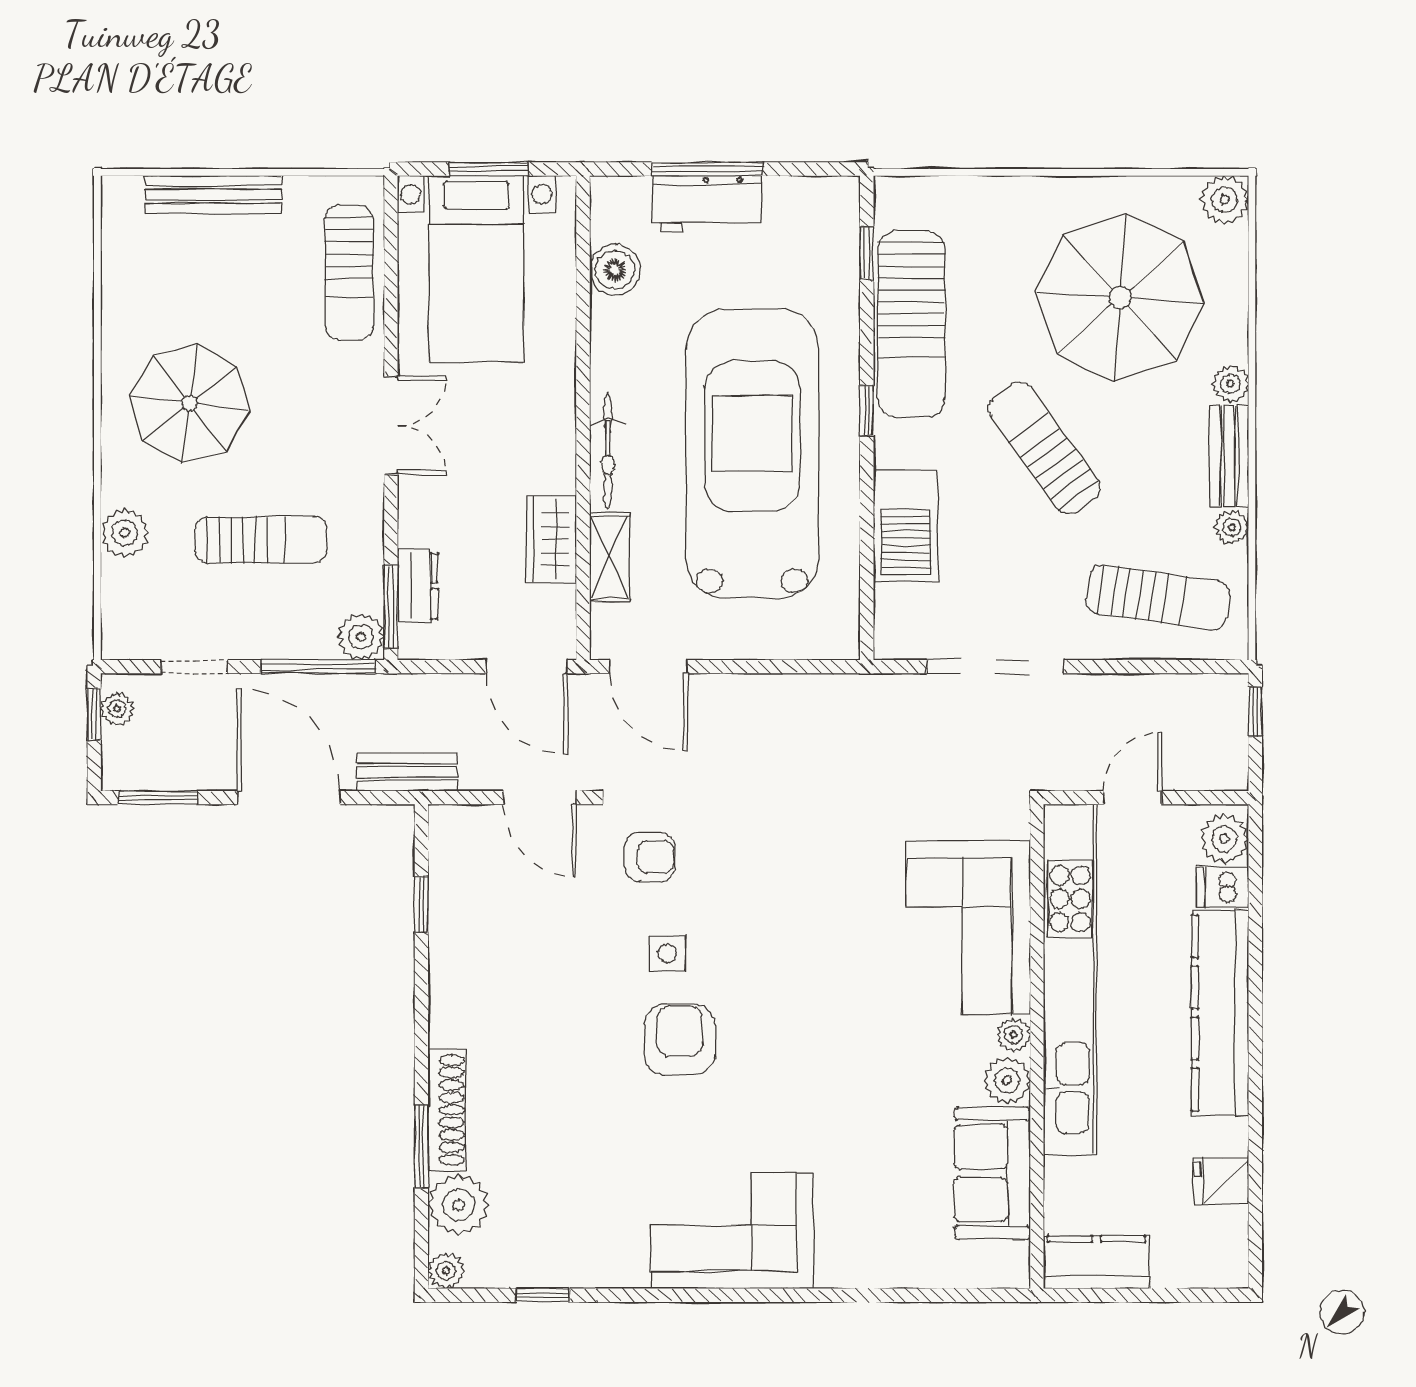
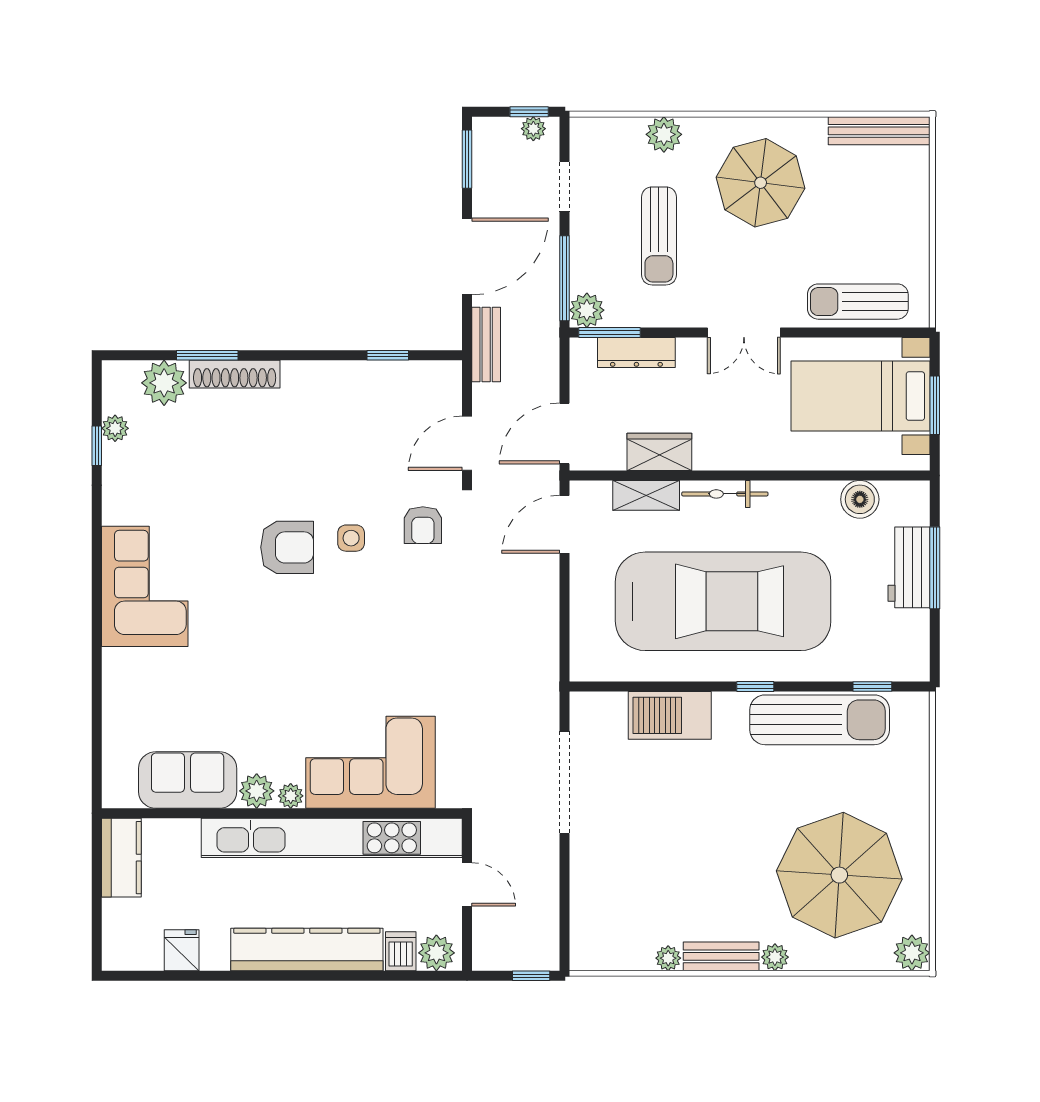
bench: (213, 195) -> (879, 131), moved, turned 90
sun lounger: (911, 324) -> (820, 720), turned 180
sun lounger: (1044, 448) -> (727, 819), removed
dresser: (418, 586) -> (636, 353), width x1.44
sun lounger: (1158, 597) -> (616, 903), removed
plant: (446, 1271) -> (115, 428), moved

